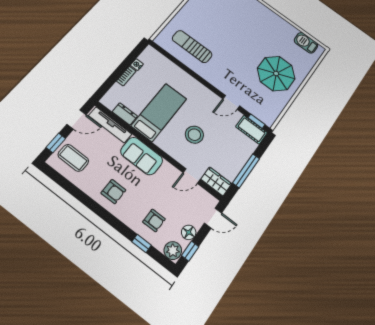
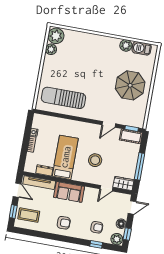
plant: (290, 31) -> (126, 45), added
sun lounger: (192, 46) -> (63, 98), width x1.36, depth x1.34
door: (77, 119) -> (17, 190), hinge flipped

